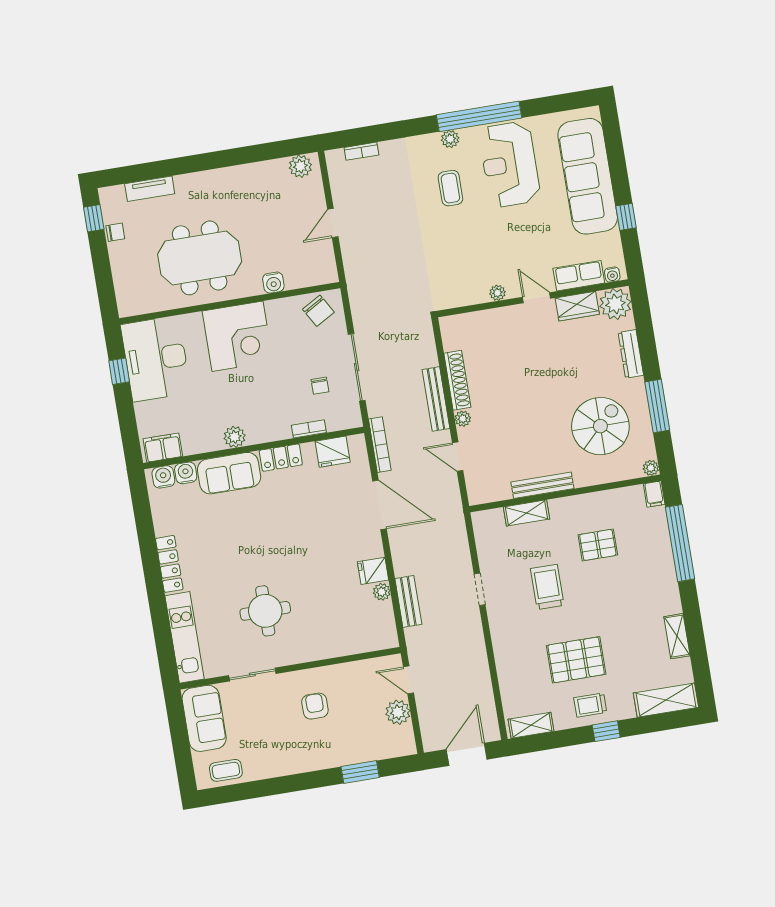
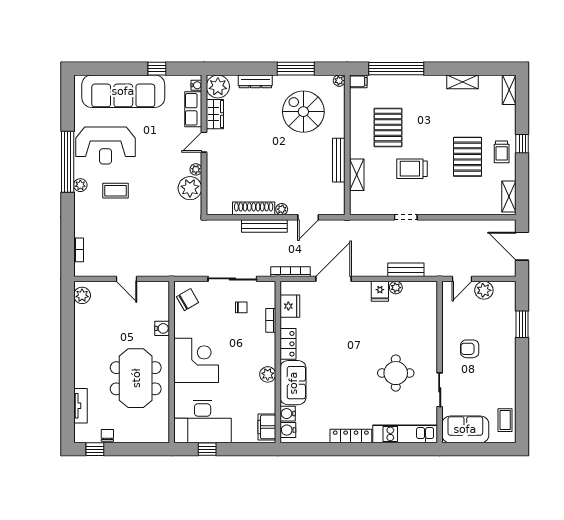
plant: (471, 289) -> (190, 188), added
pallet: (598, 545) -> (388, 128), width x1.50, depth x1.42
shelving: (666, 700) -> (509, 90), width x0.67, depth x0.75

